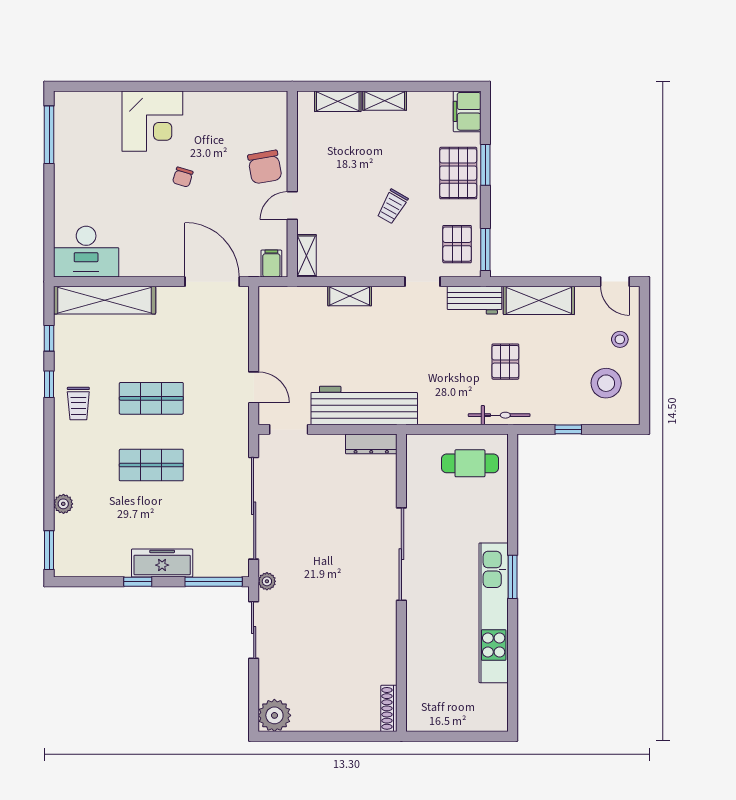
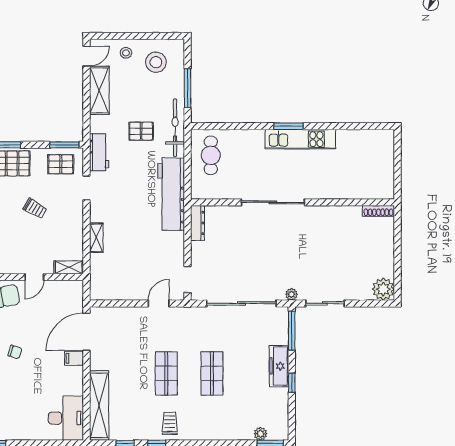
door: (292, 206) -> (34, 277), hinge flipped
filing cabinet: (271, 264) -> (74, 358), moved
shelving: (539, 300) -> (99, 90), moved
trolley: (78, 404) -> (170, 423), turned -90
workbench: (364, 406) -> (171, 194), moved
bicycle: (499, 415) -> (175, 128), width x1.37, depth x1.40
window: (568, 429) -> (188, 88), width x2.17
plant: (63, 504) -> (260, 434), moved
kitchen unit: (494, 613) -> (300, 139), width x0.73

